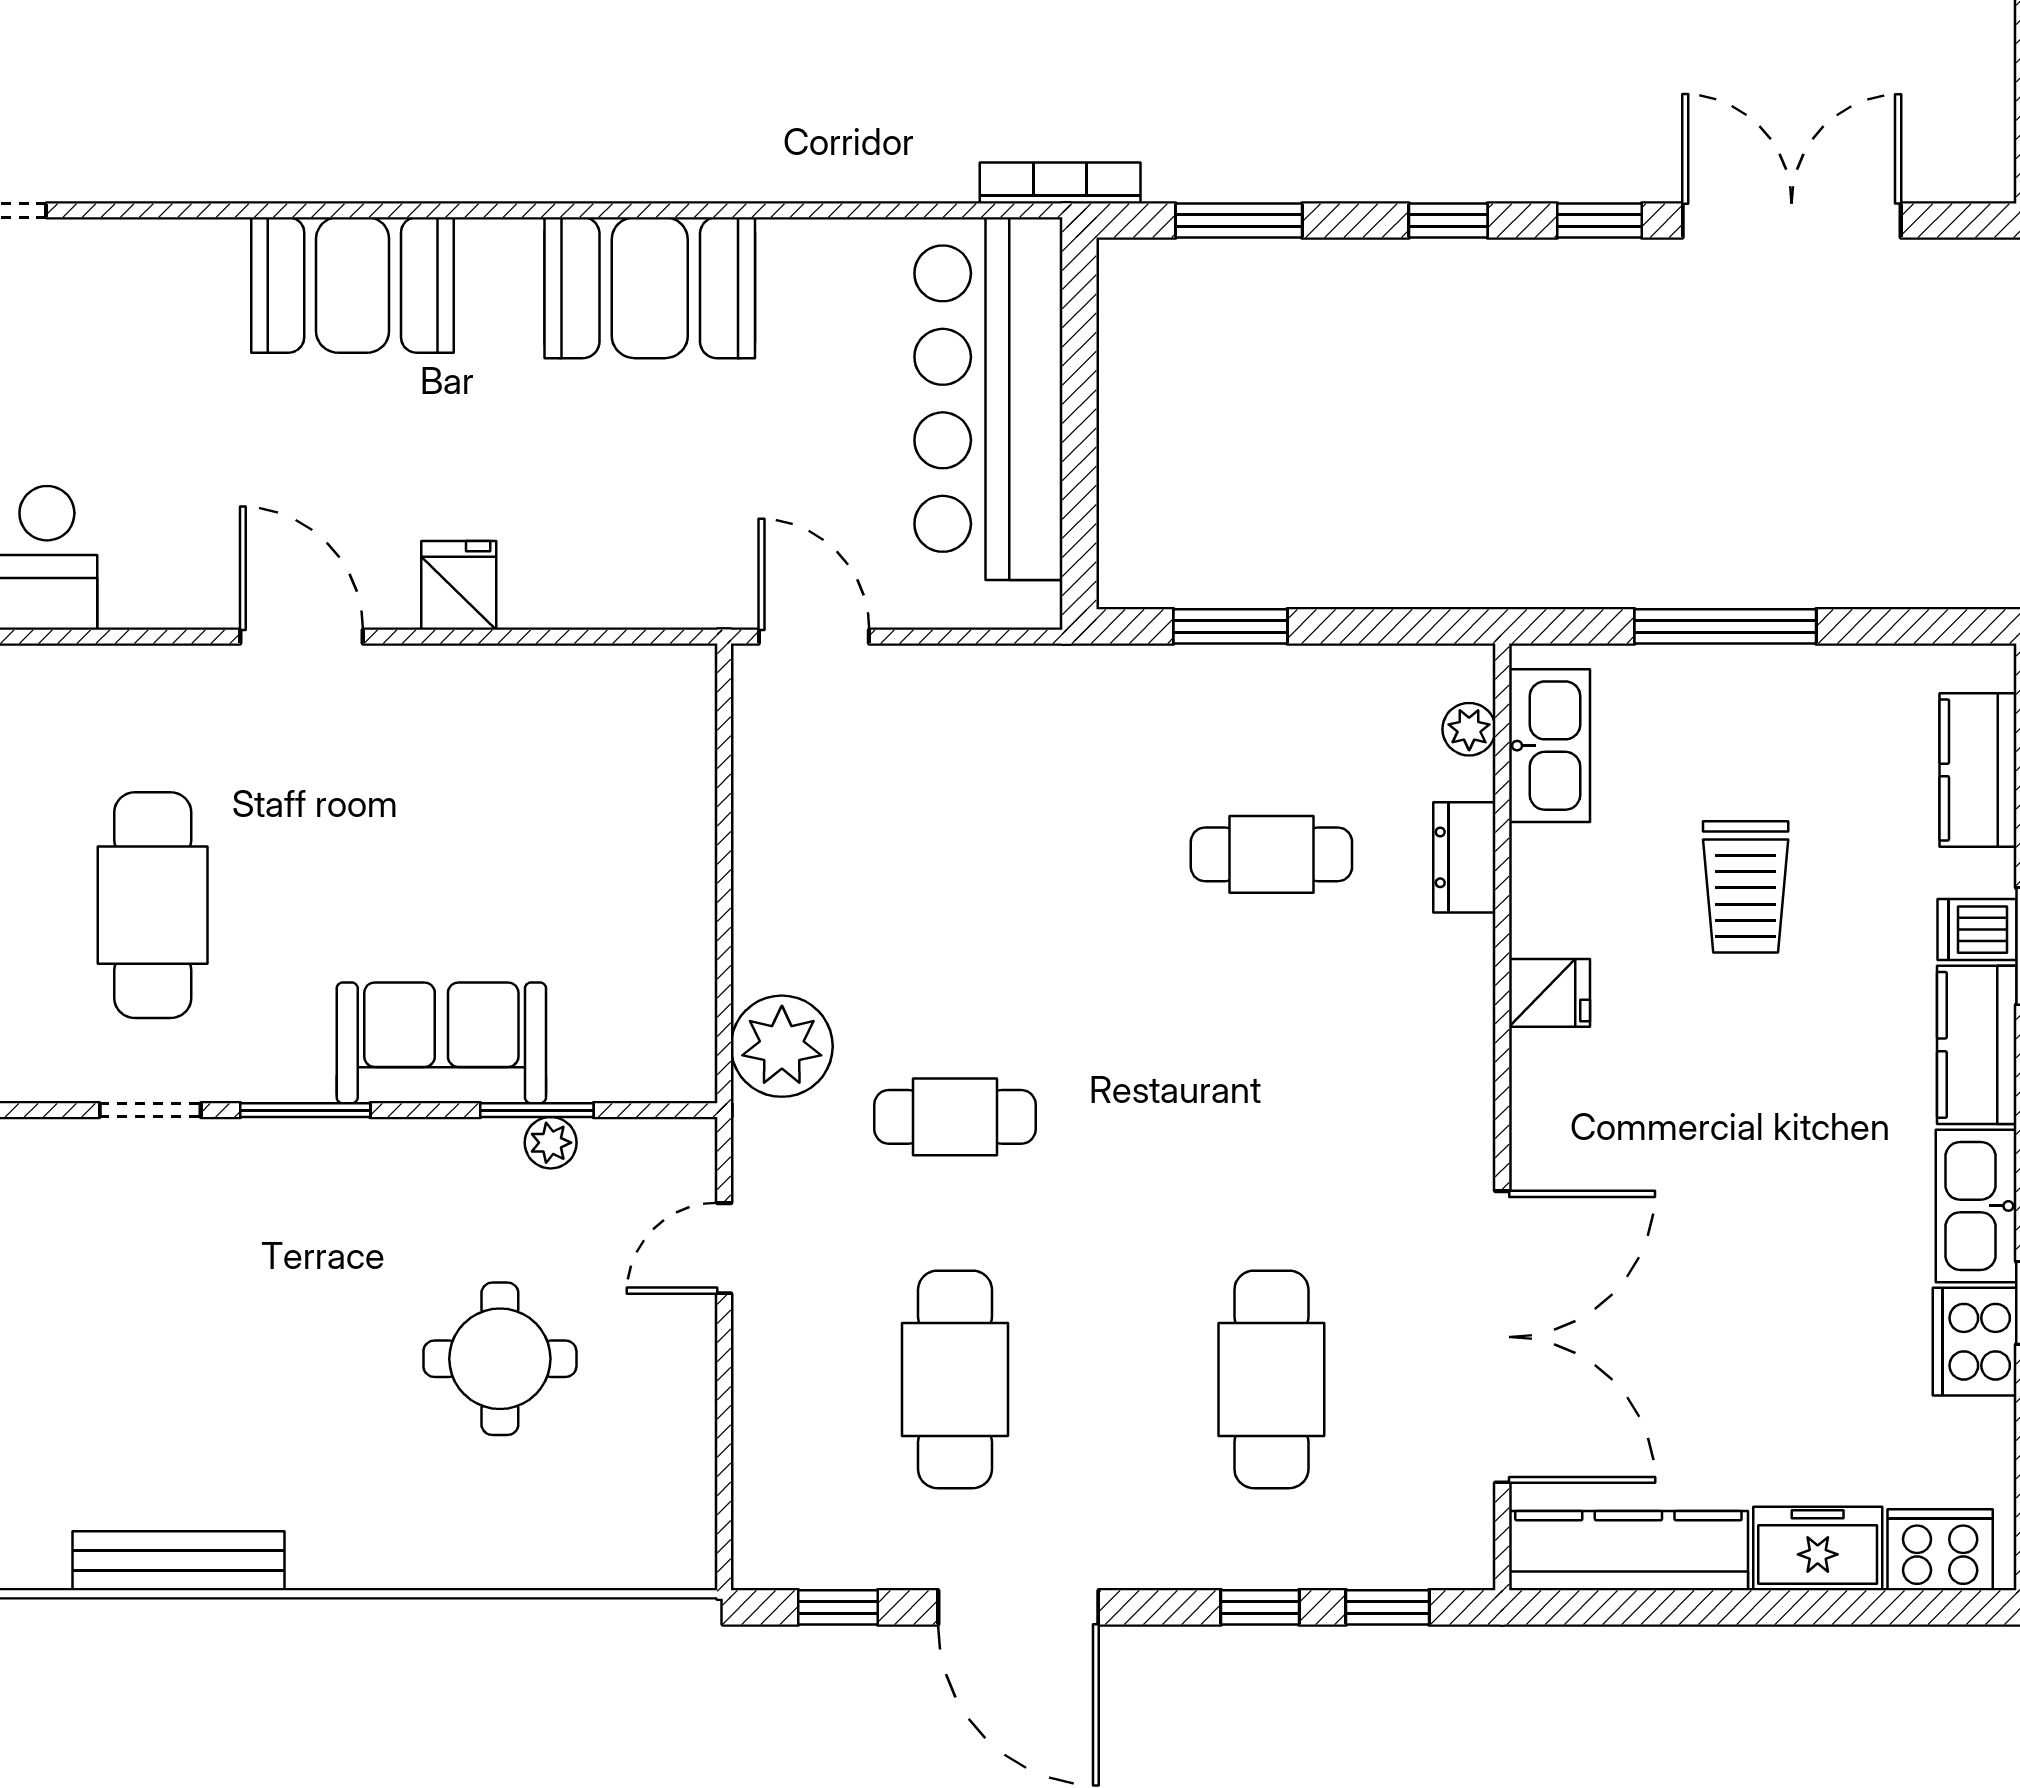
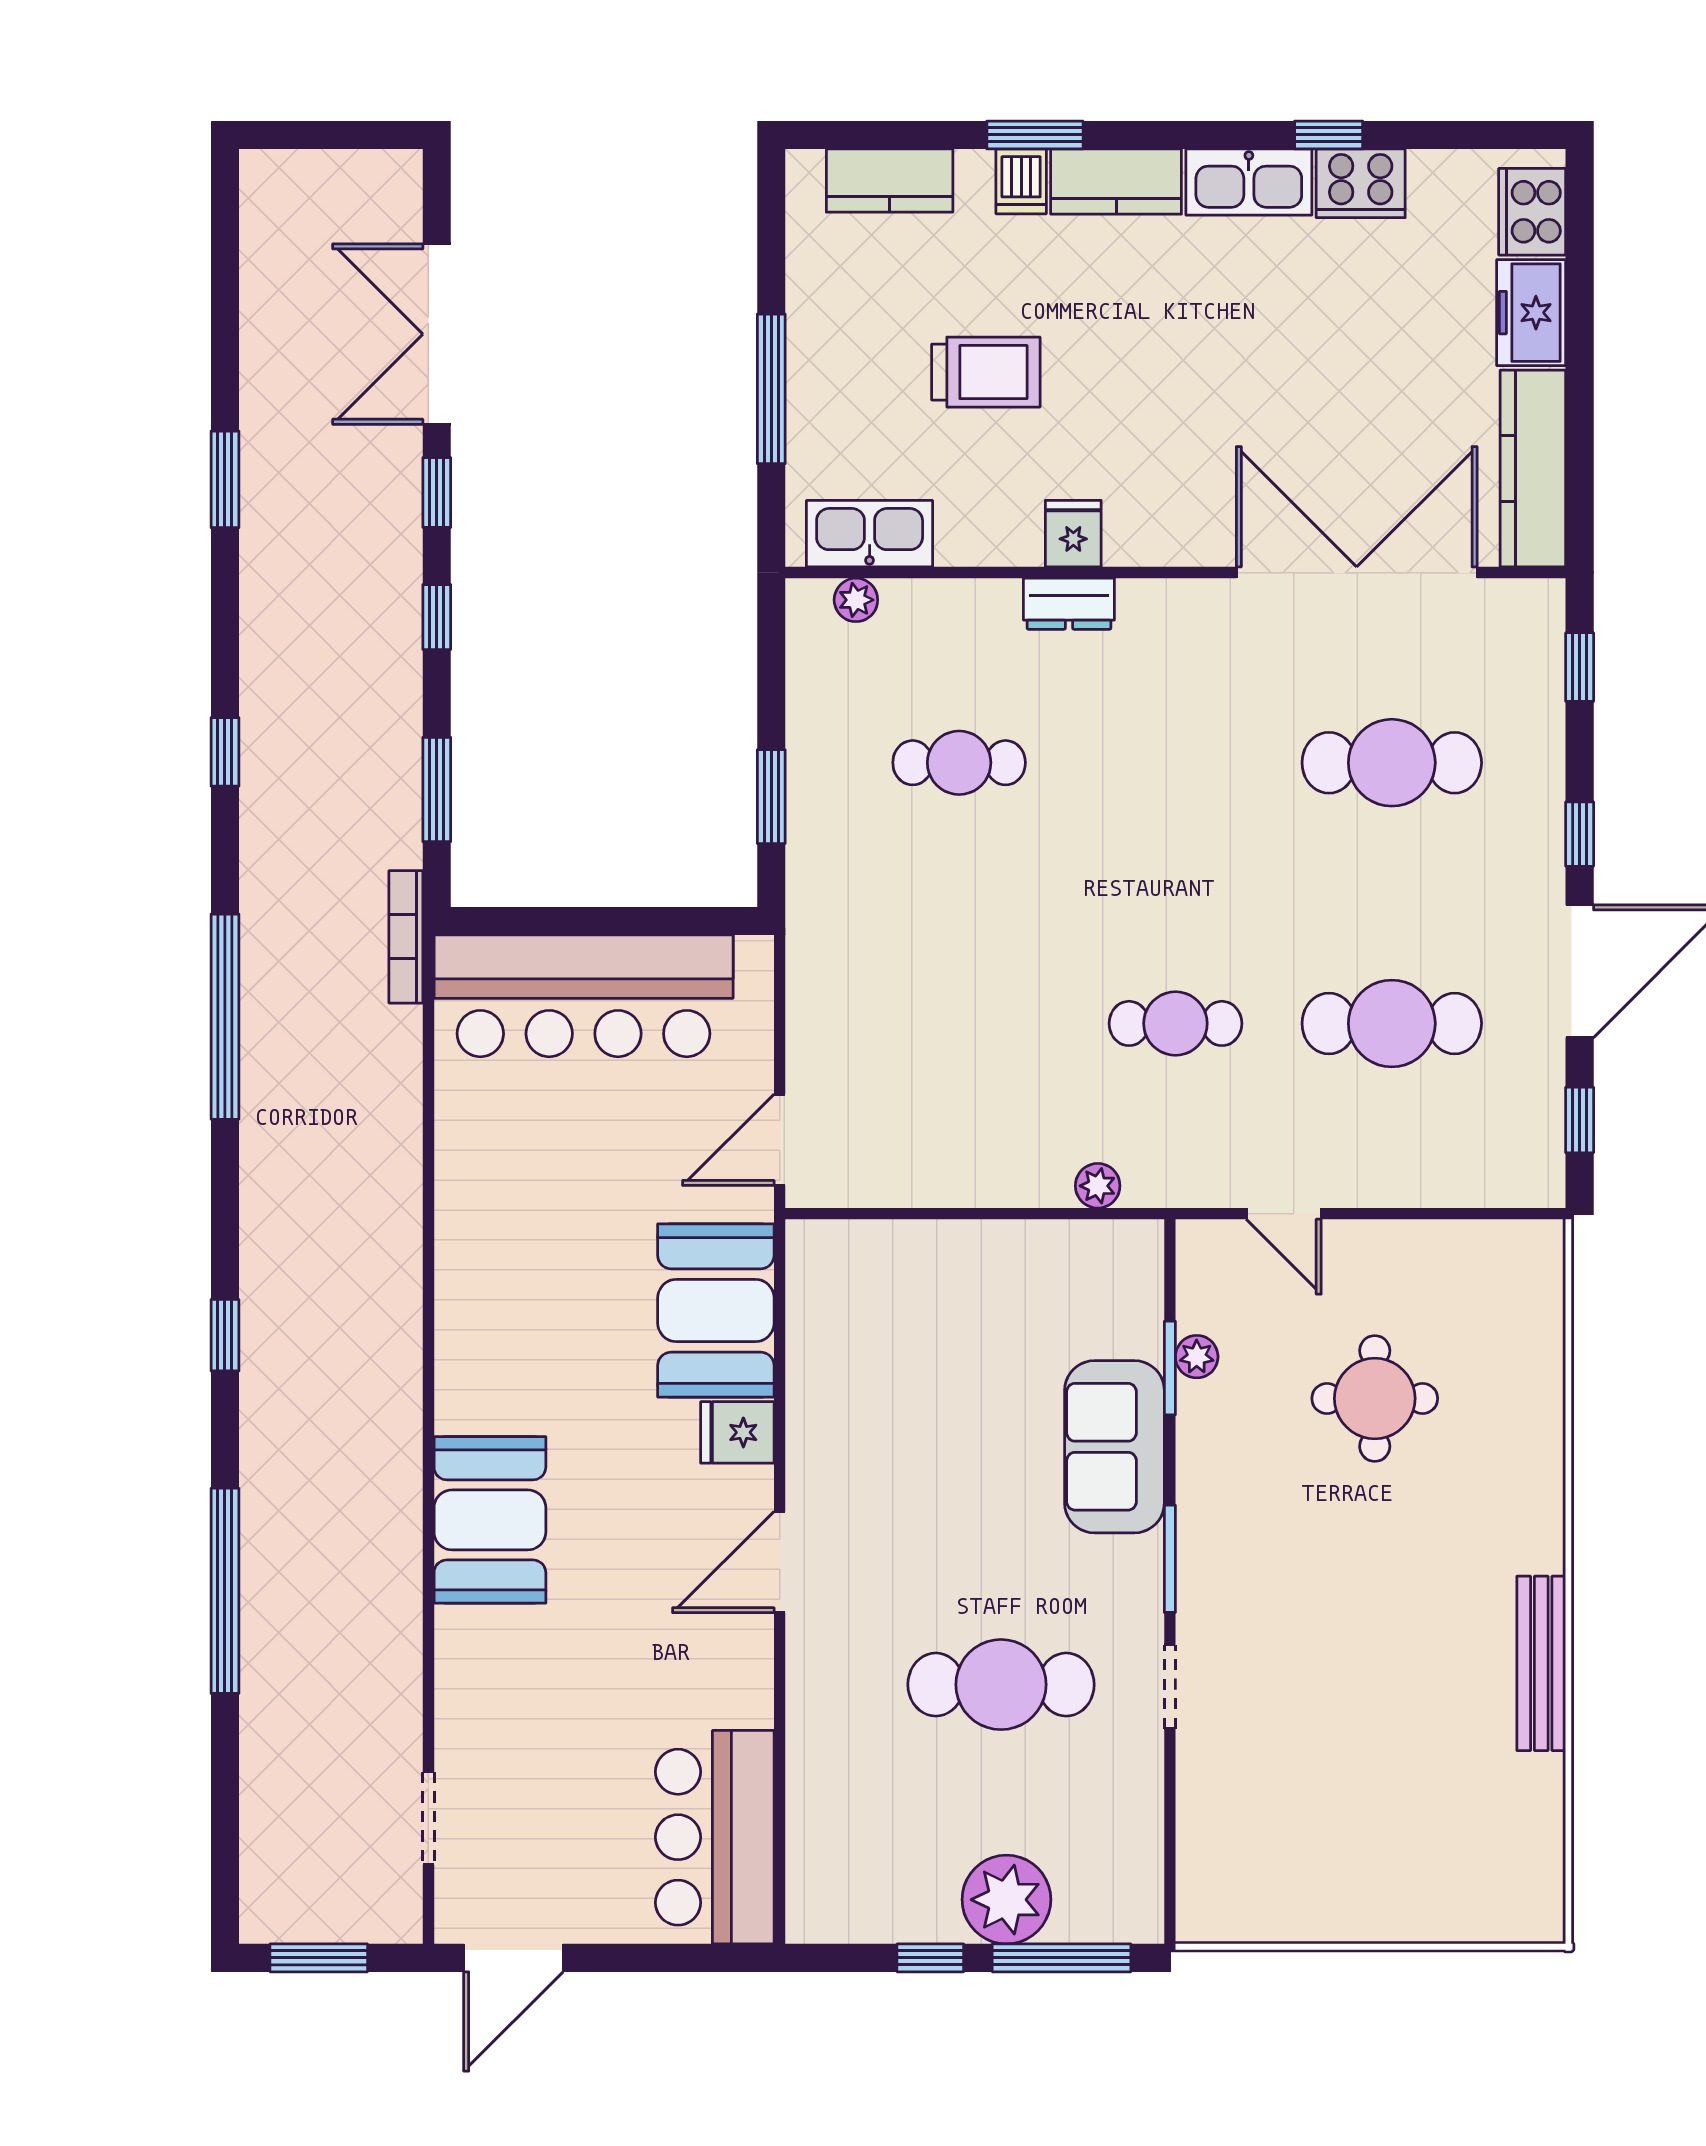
booth: (650, 288) -> (716, 1310), moved
cafe table: (1271, 854) -> (959, 763), turned 90
dresser: (1464, 857) -> (1069, 604), moved
plant: (782, 1046) -> (1098, 1186), width x0.53, depth x0.53
cafe table: (955, 1117) -> (1175, 1023), turned 90
window: (1260, 1607) -> (1580, 834), moved

